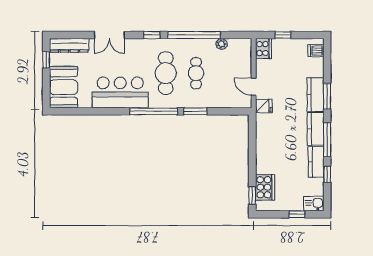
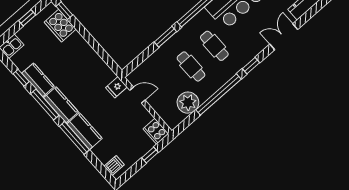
plant: (222, 44) -> (188, 103), width x1.88, depth x1.88
cafe table: (166, 73) -> (214, 46), width x0.73, depth x0.74
window: (327, 96) -> (74, 138), width x1.44
window: (297, 214) -> (27, 18), moved

